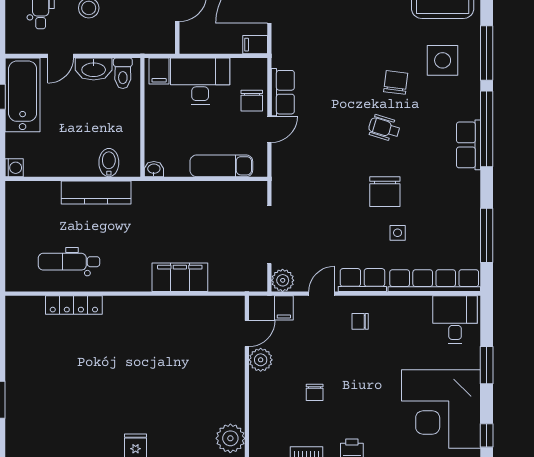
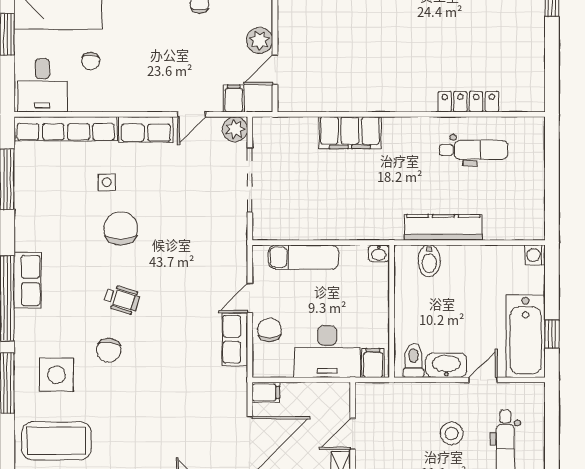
chair: (360, 321) -> (90, 61), moved, turned 90

